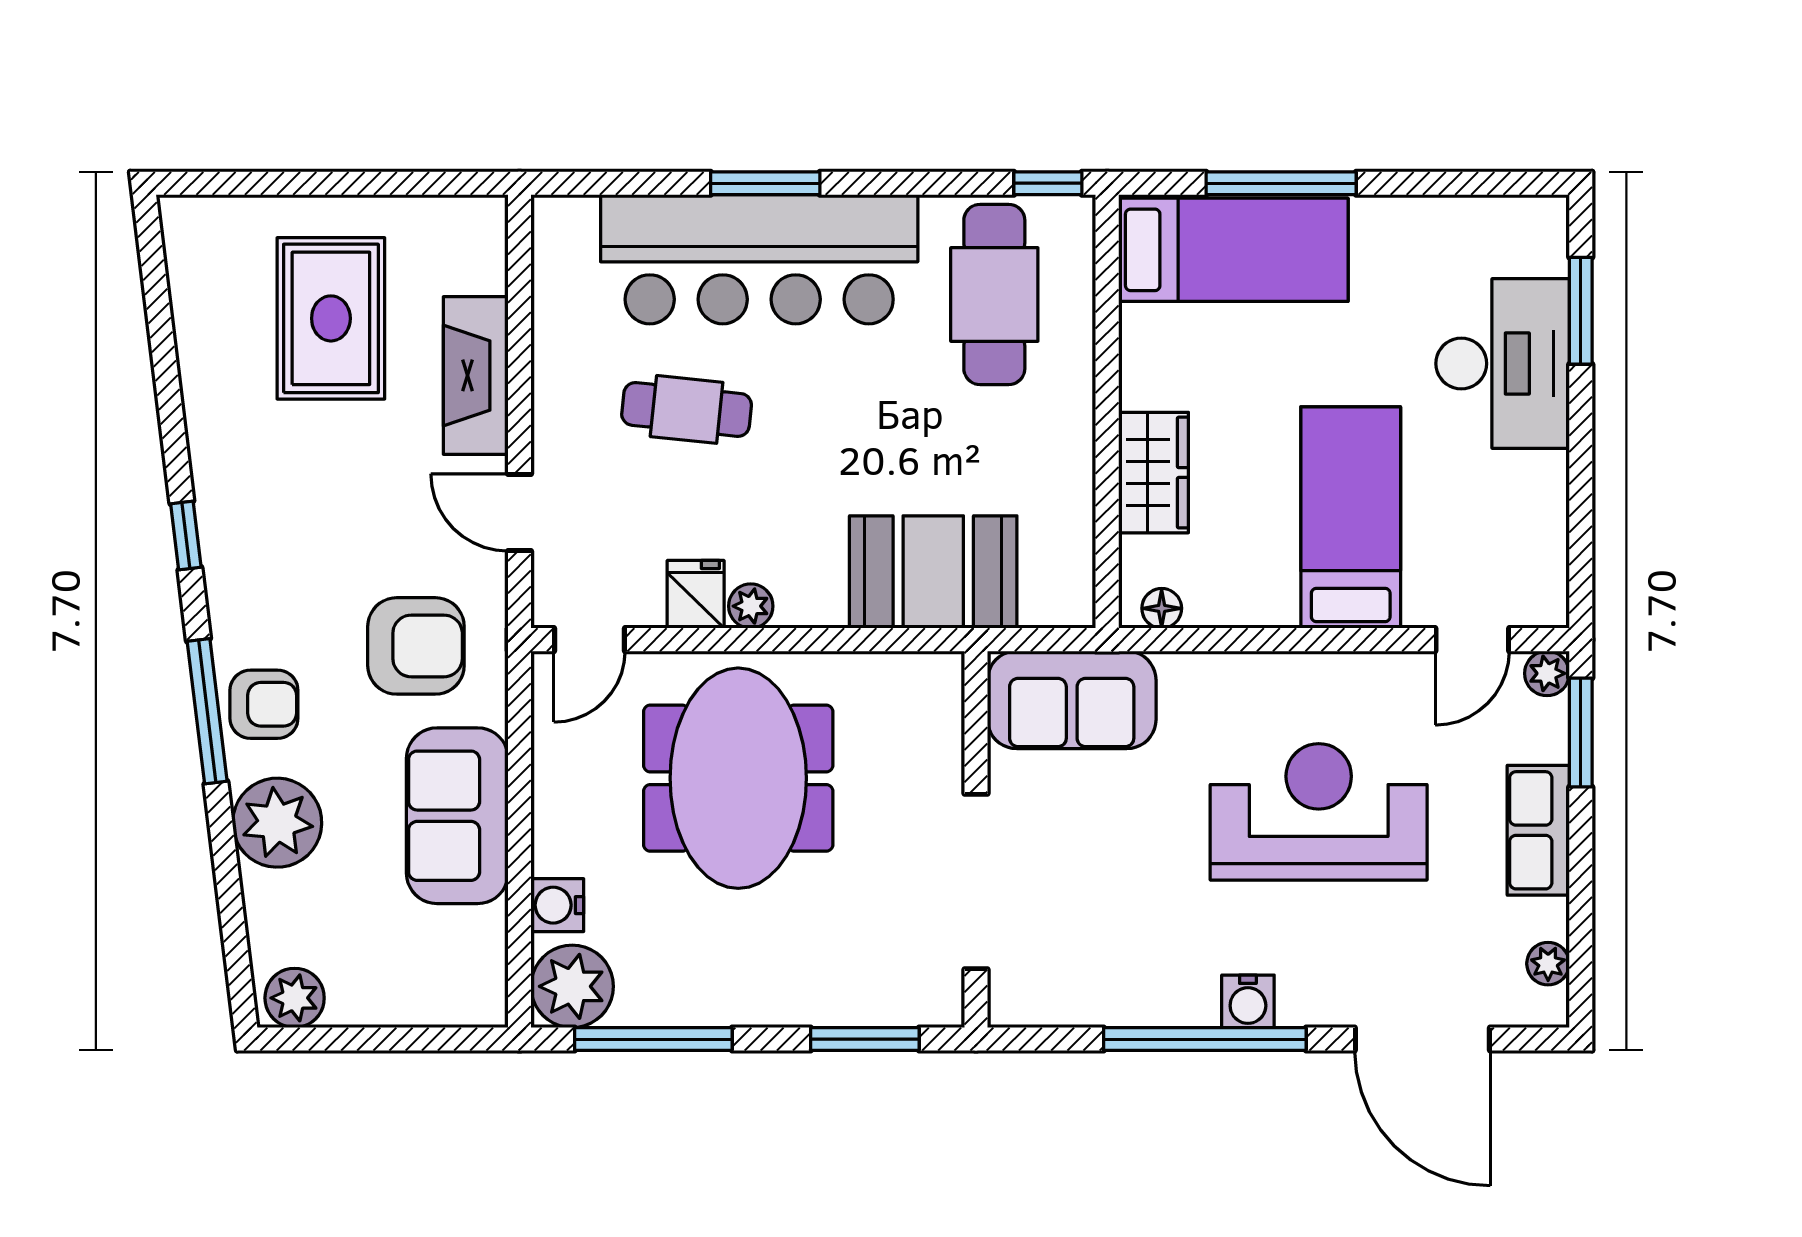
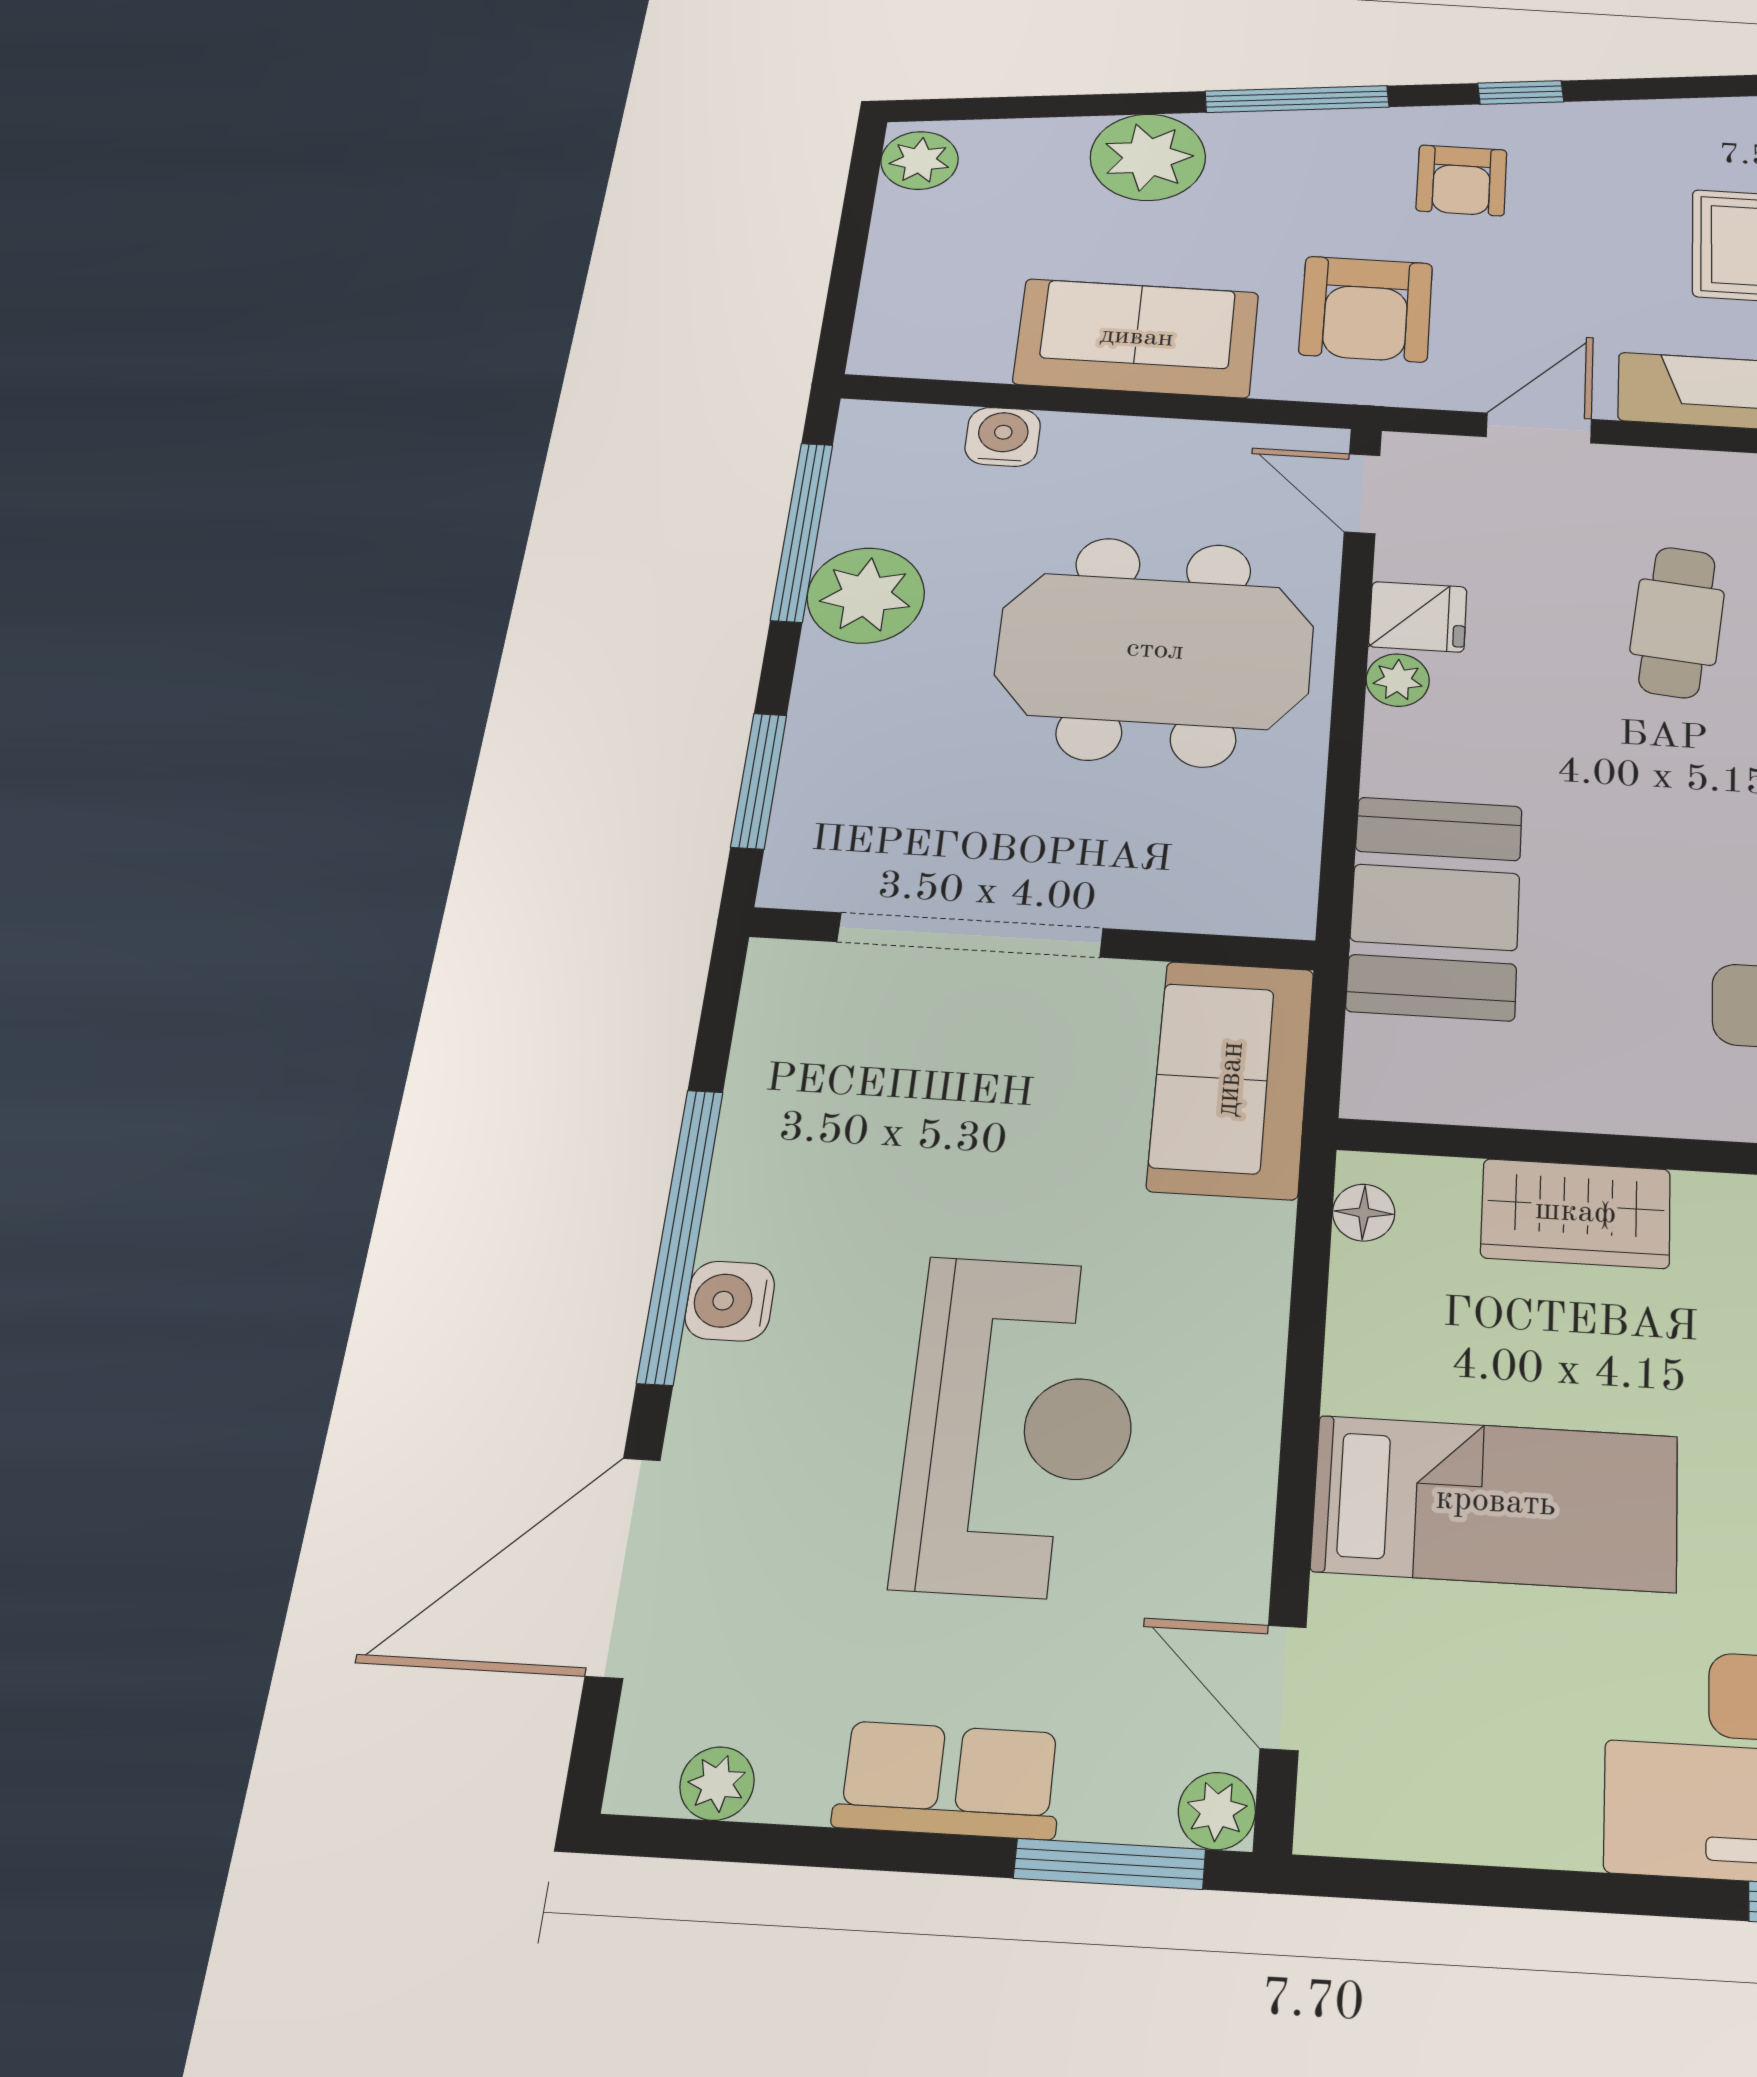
armchair: (264, 704) -> (1462, 180), moved
plant: (572, 986) -> (866, 595), moved

